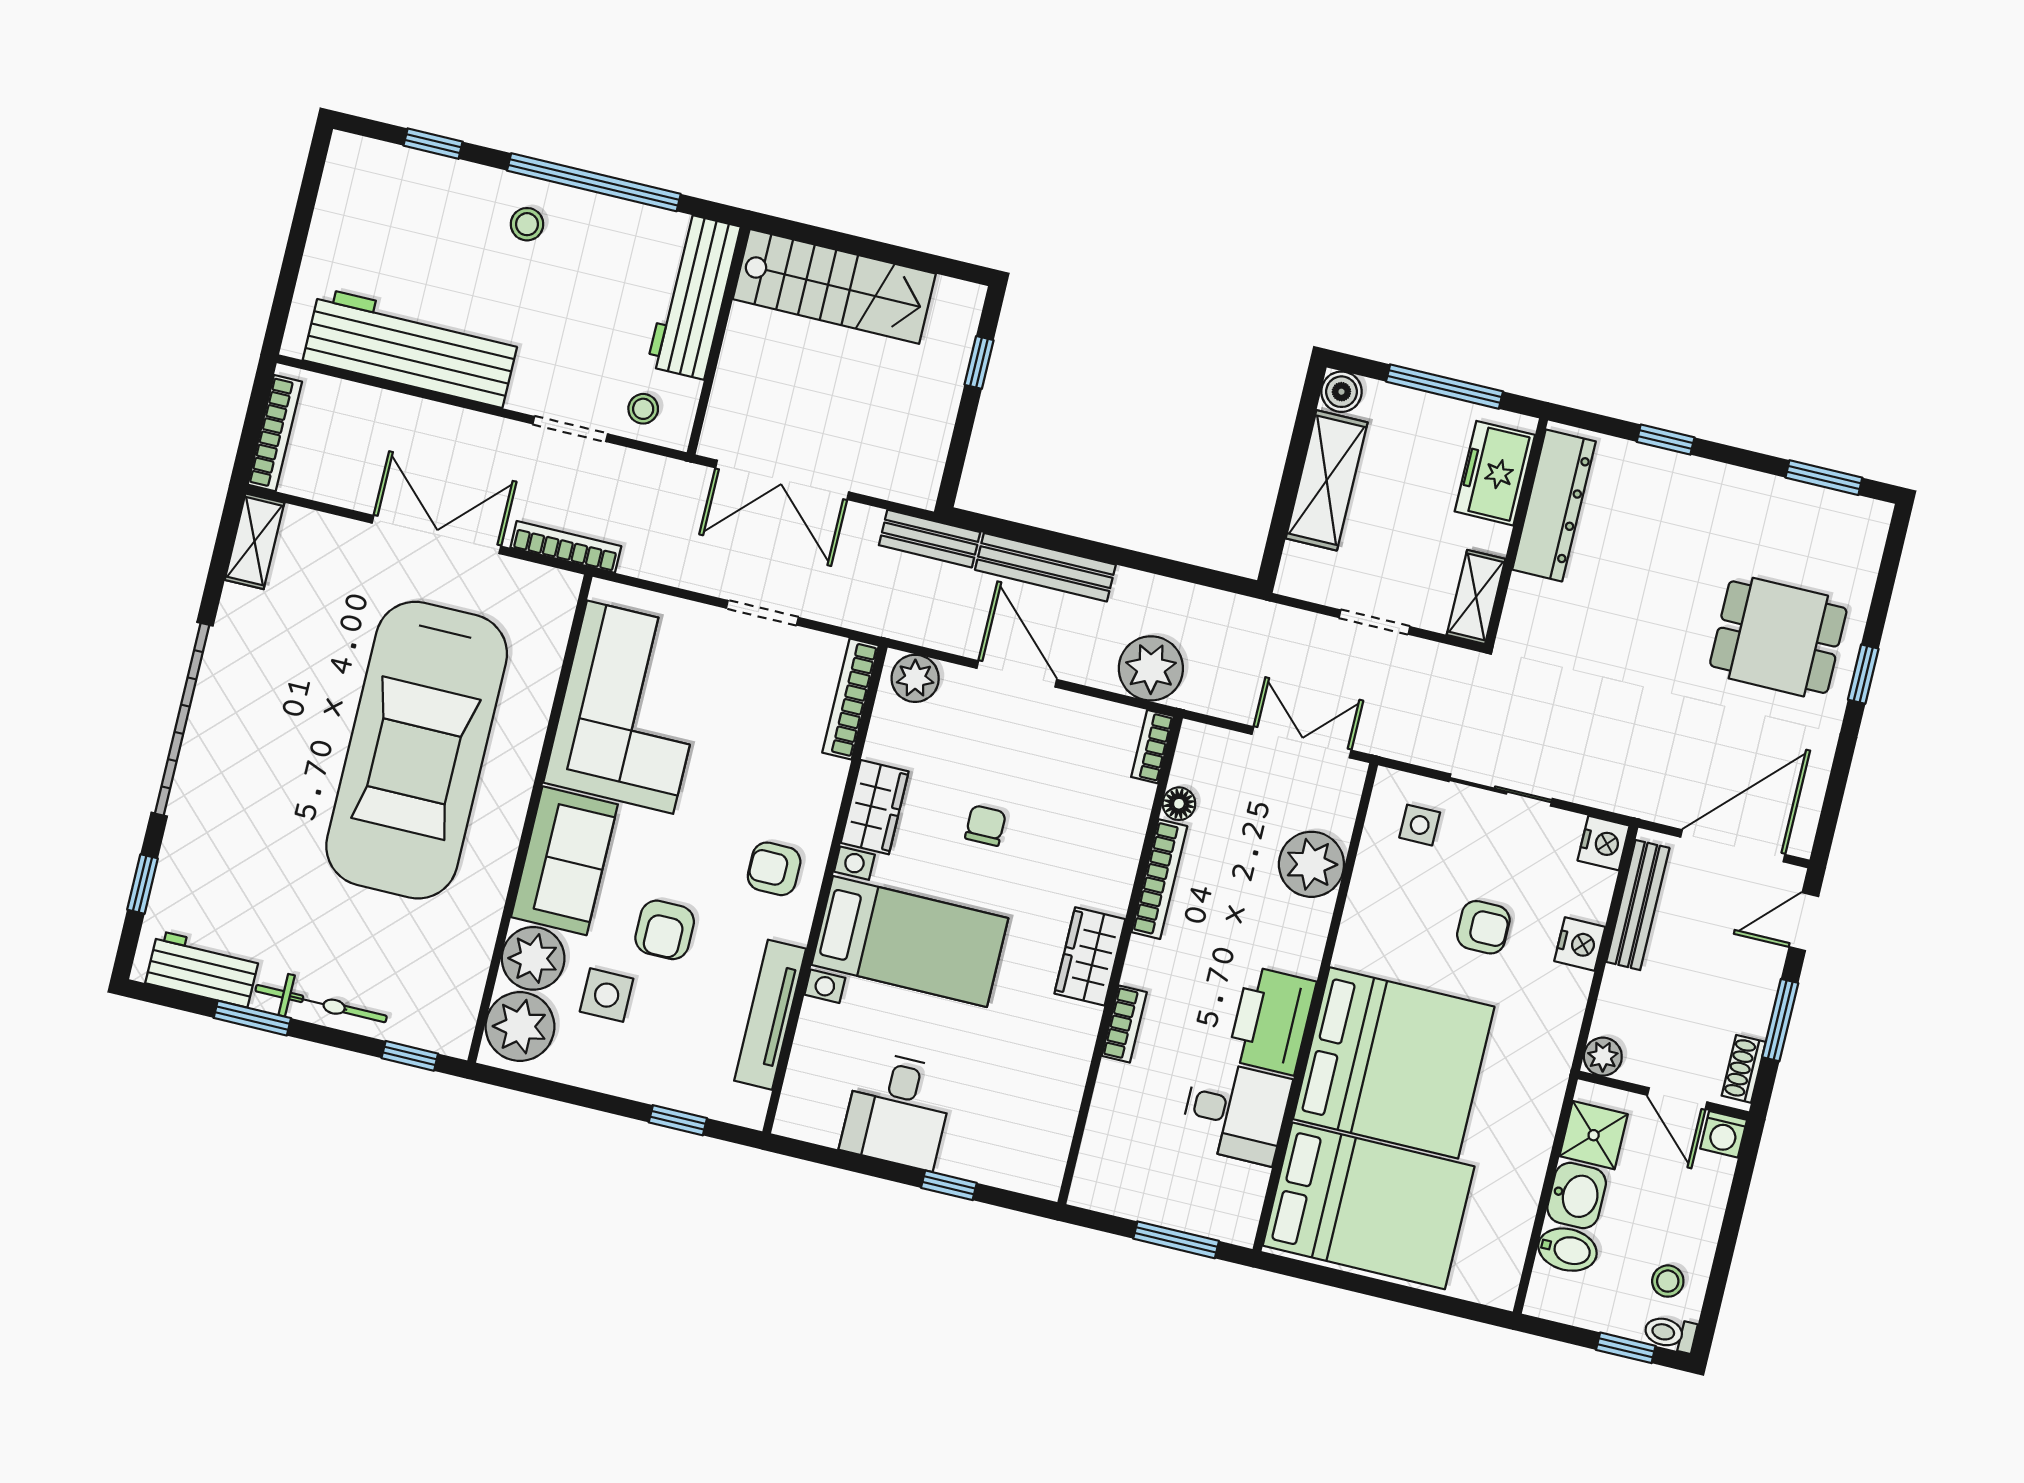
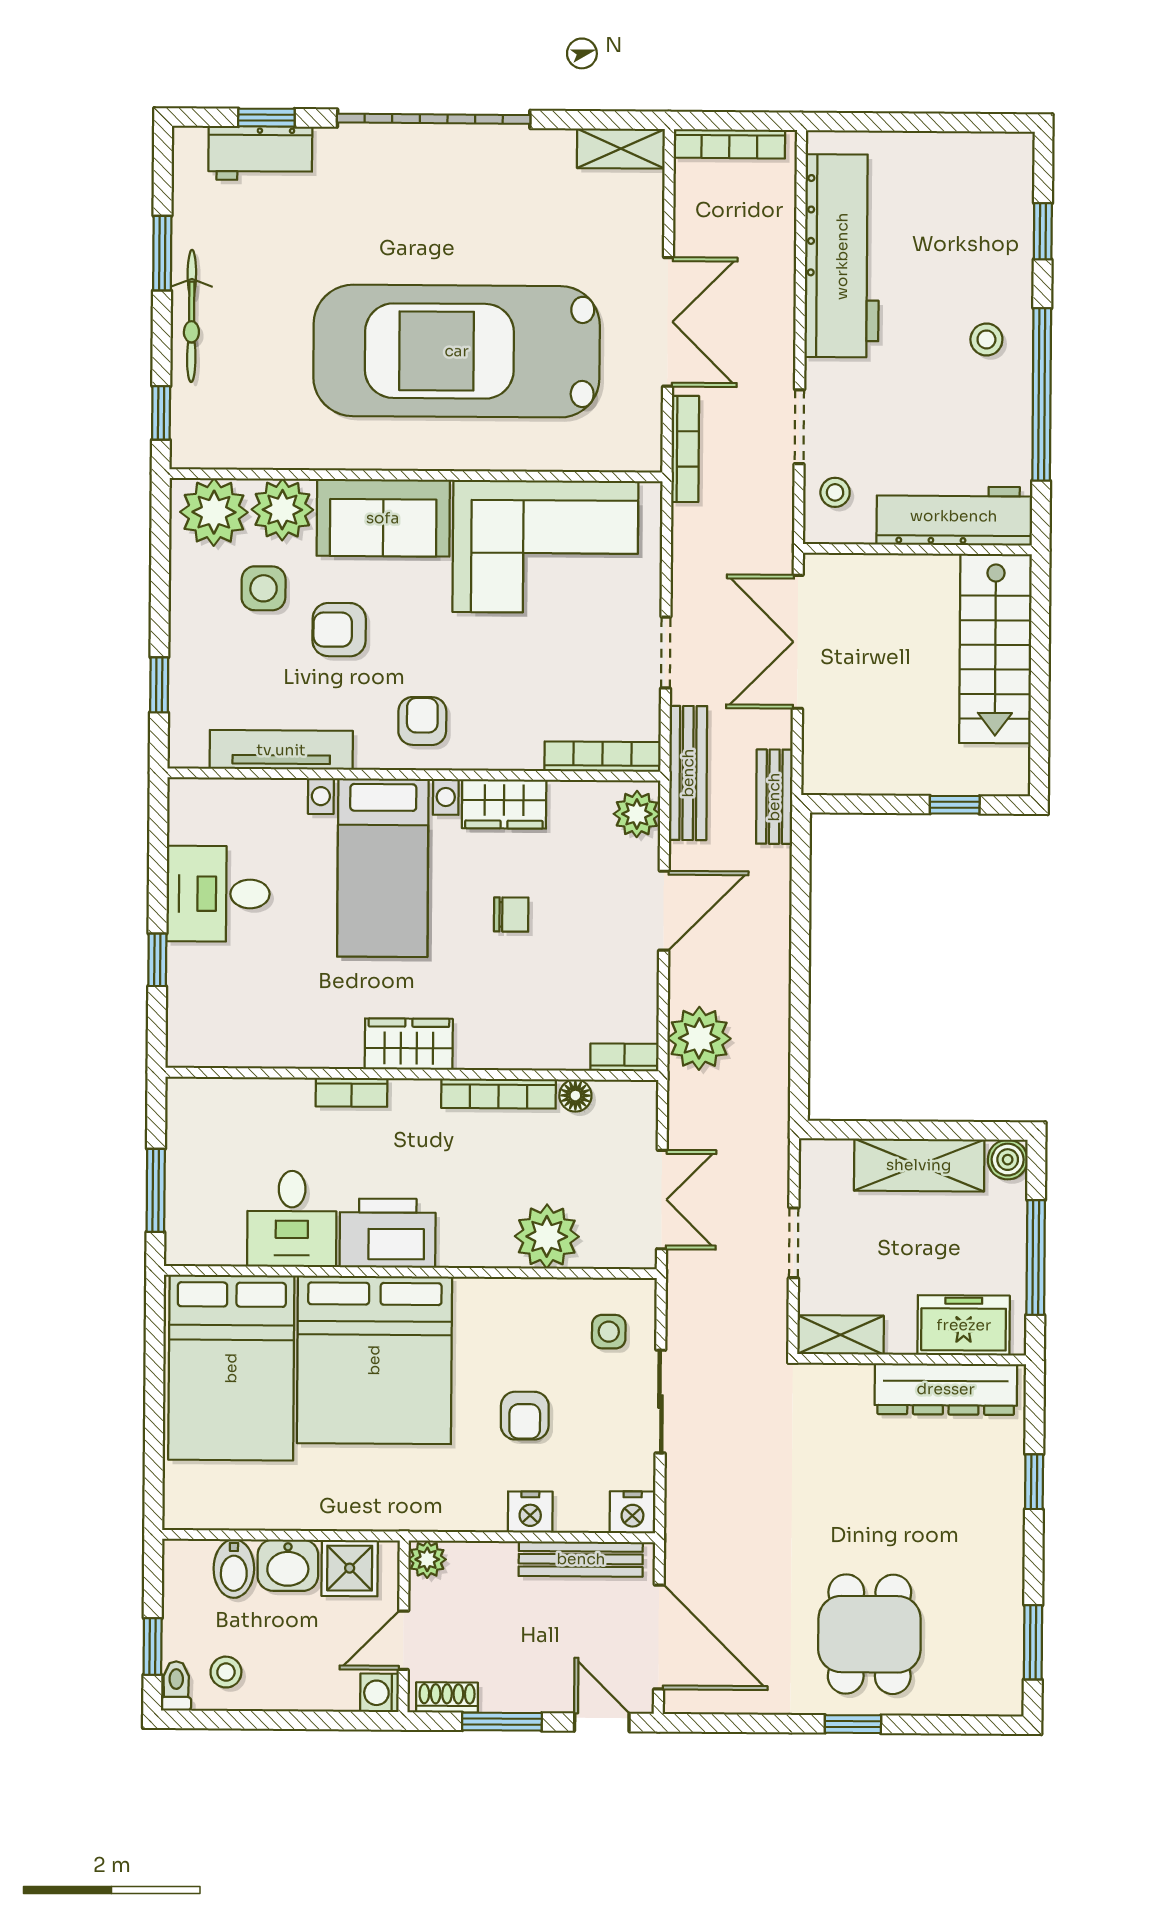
bench: (1045, 567) -> (688, 773), moved
workbench: (203, 969) -> (260, 153), moved, turned 90

